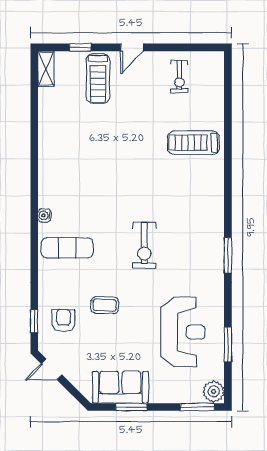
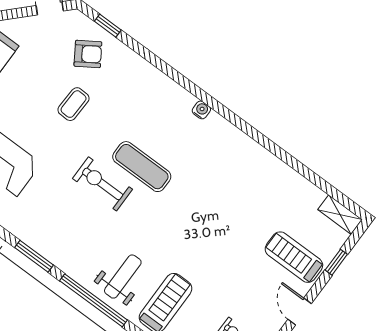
weight bench: (197, 185) -> (123, 277), added
window: (228, 193) -> (94, 300), added
exercise mat: (67, 248) -> (142, 167), moved, turned 90
armchair: (63, 320) -> (88, 54), turned -33

